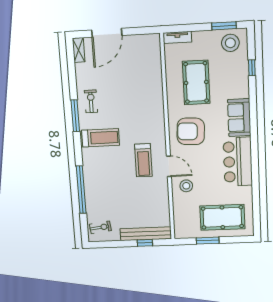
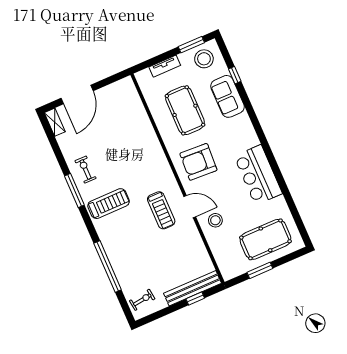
tv unit: (177, 37) -> (165, 66), moved
sofa: (239, 118) -> (227, 96), moved

